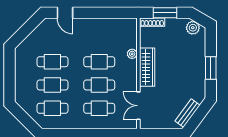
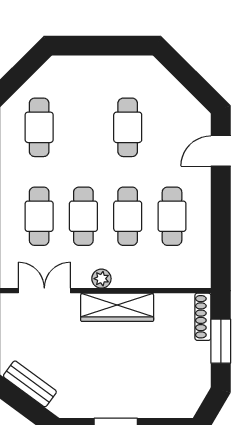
plant: (193, 28) -> (192, 394), removed
plant: (132, 54) -> (101, 279), moved
cafe table: (52, 85) -> (172, 216), moved

